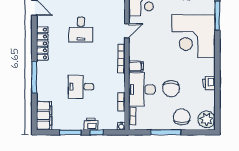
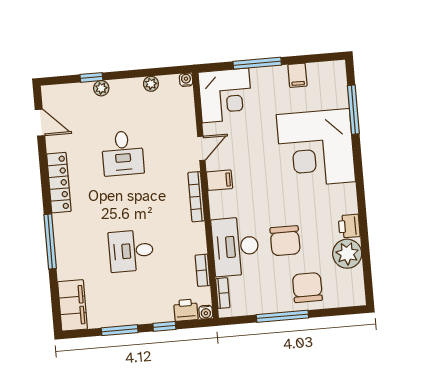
filing cabinet: (136, 66) -> (220, 180), moved
plant: (207, 119) -> (347, 254), moved
printer: (91, 124) -> (186, 310), moved

